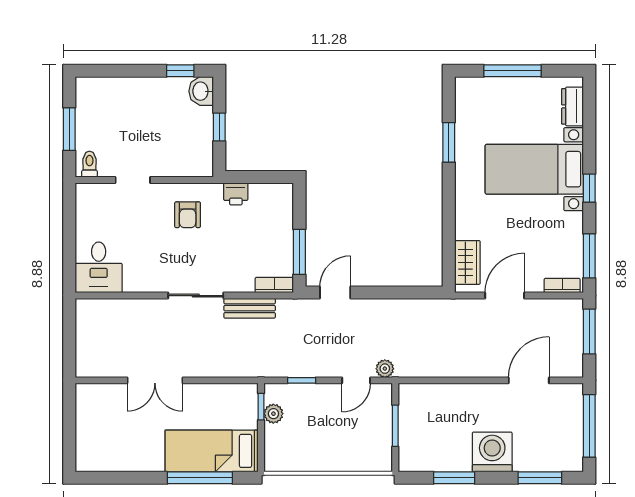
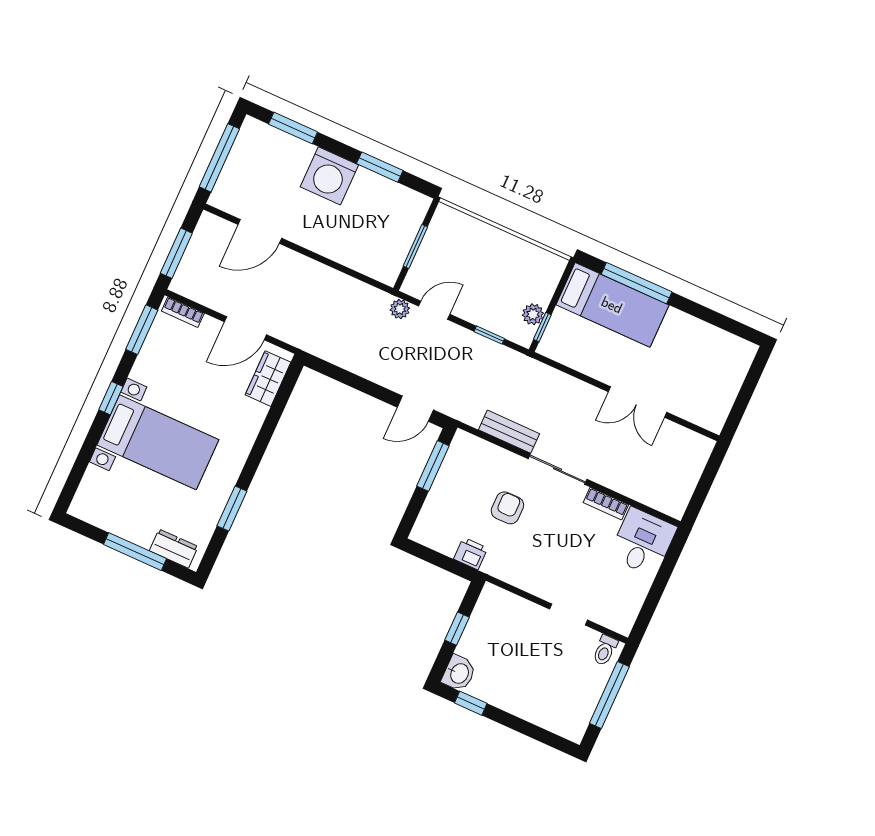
dresser: (573, 106) -> (174, 549), moved, turned -90
window: (69, 129) -> (609, 695), width x1.44
armchair: (188, 215) -> (507, 508), moved
bookcase: (274, 285) -> (606, 504), moved
double door: (155, 380) -> (638, 402), swing flipped

